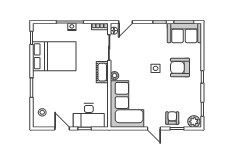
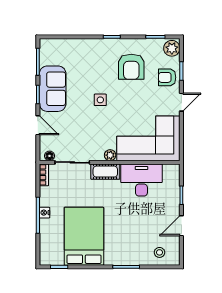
door: (125, 22) -> (38, 125), moved
sofa: (184, 33) -> (53, 89), moved
armchair: (180, 67) -> (131, 67), moved
desk: (89, 115) -> (141, 180), moved, turned -90

